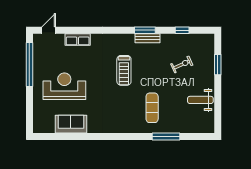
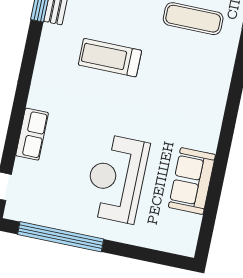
treadmill: (124, 70) -> (110, 58), turned 180

